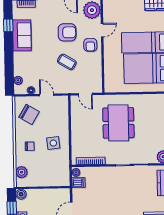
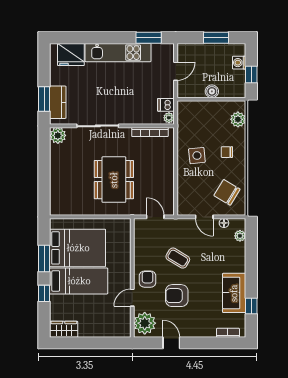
boiler: (21, 194) -> (212, 91), moved

